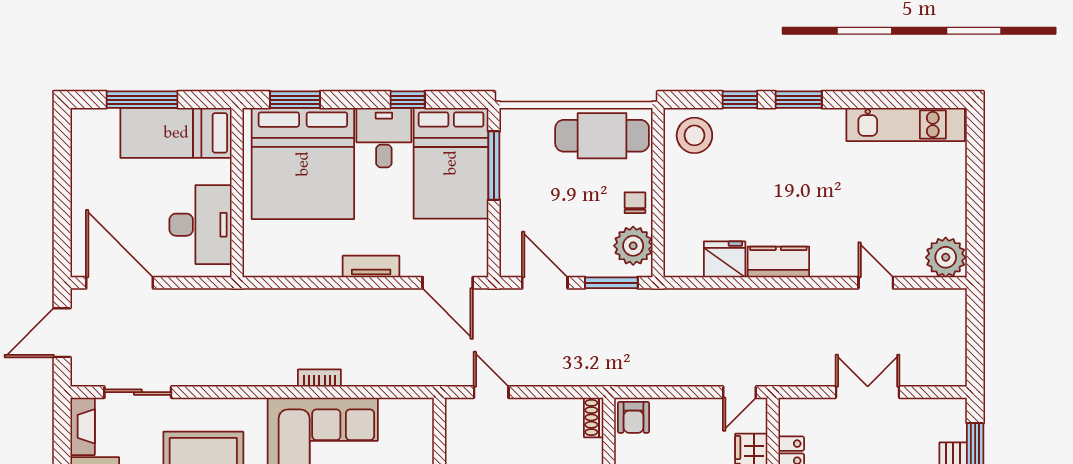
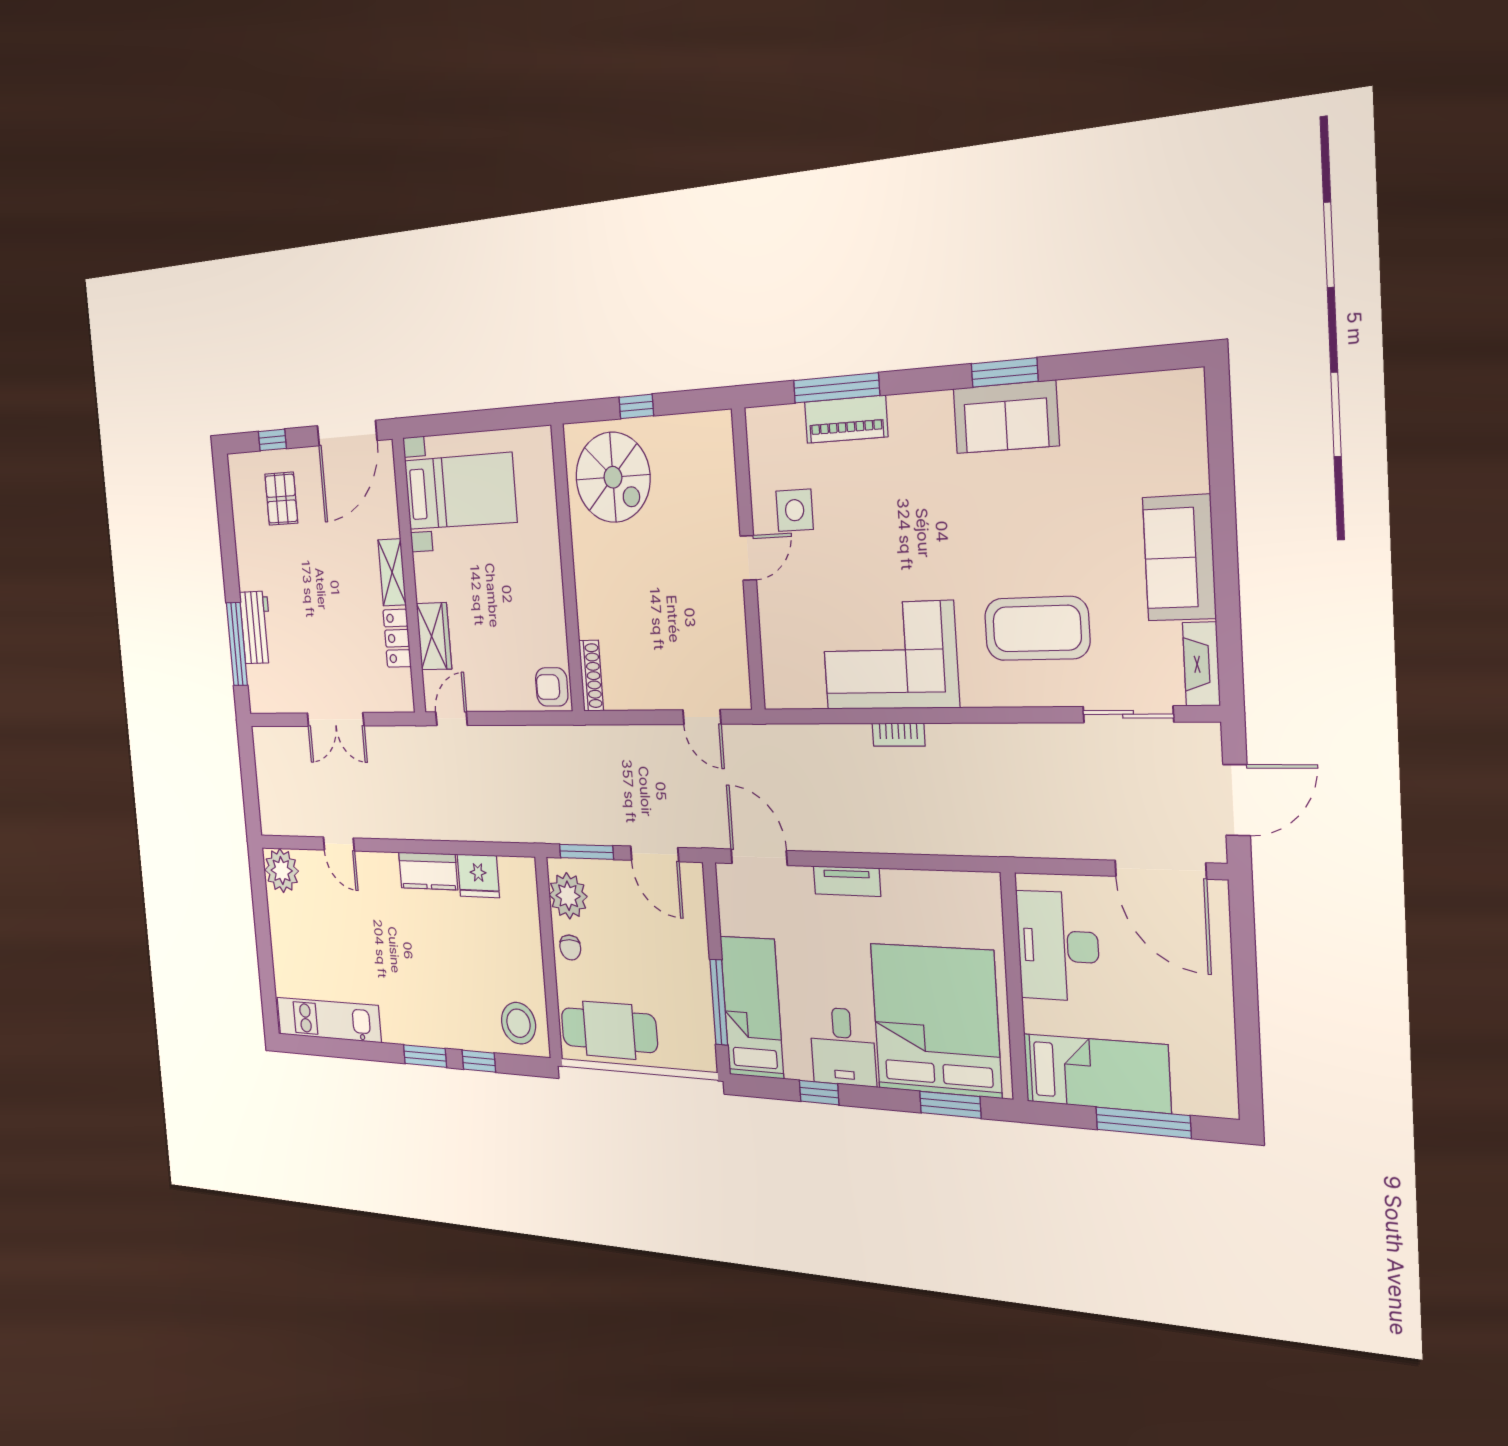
bed: (451, 163) -> (752, 1007), width x0.67
shoe rack: (594, 417) -> (591, 676), width x1.43
armchair: (634, 417) -> (552, 687), turned -90

